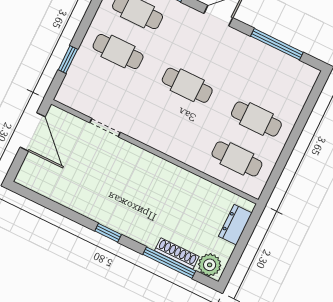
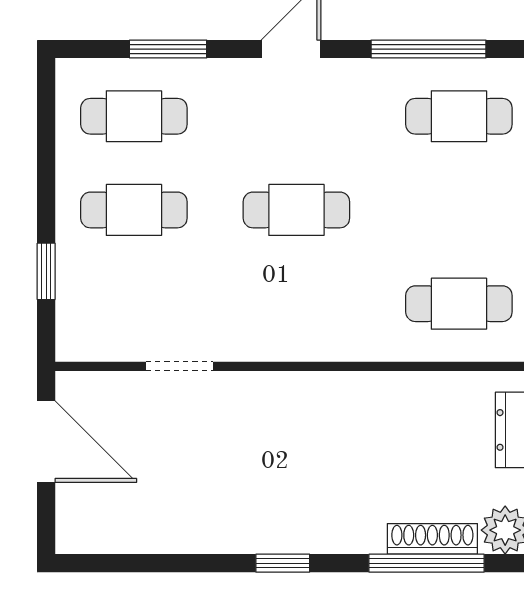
cafe table: (256, 119) -> (459, 116), moved

